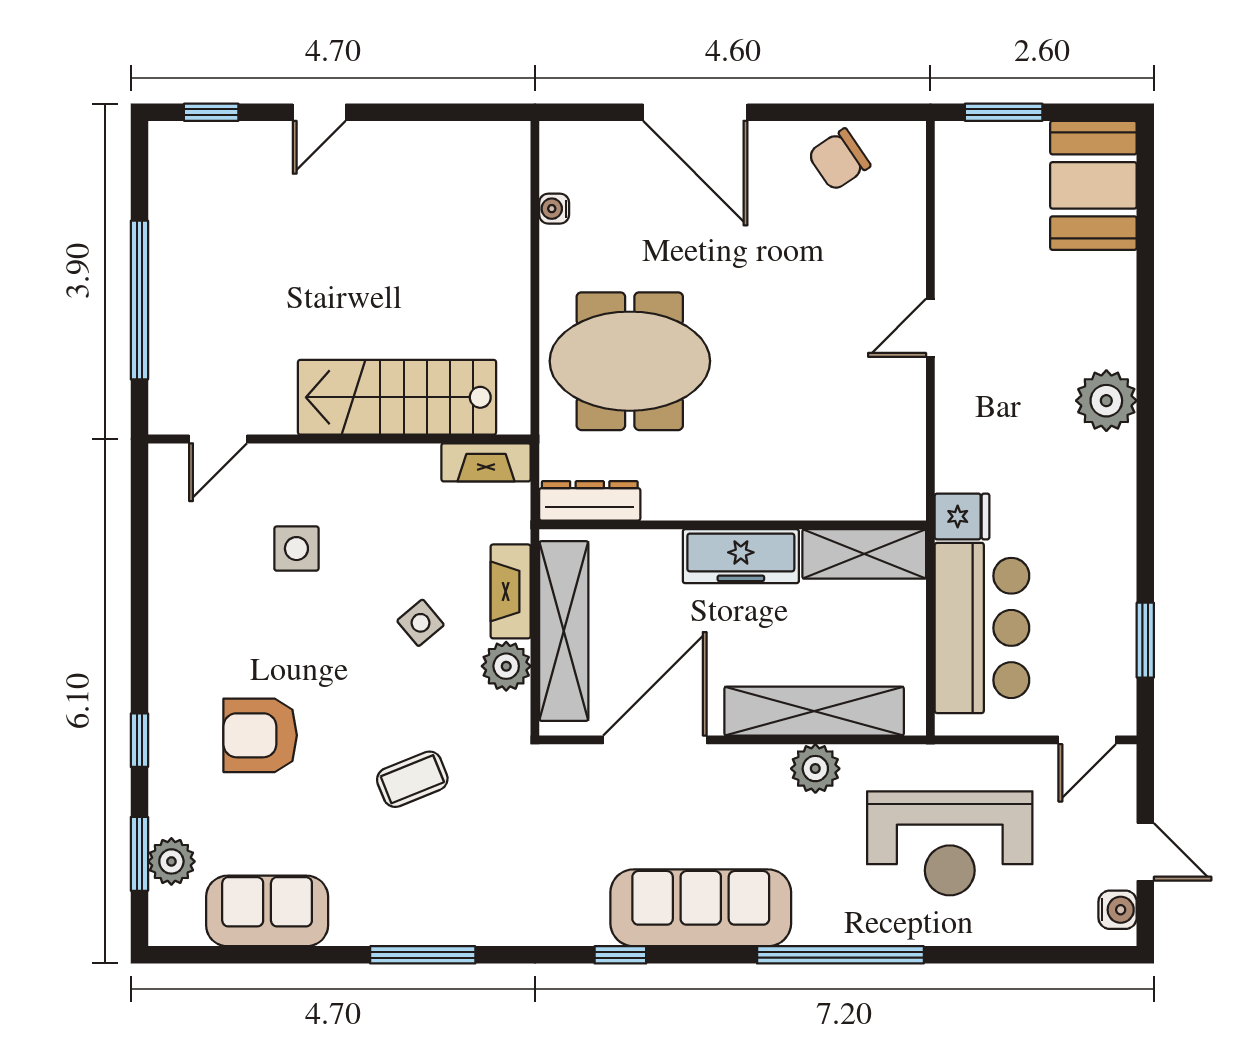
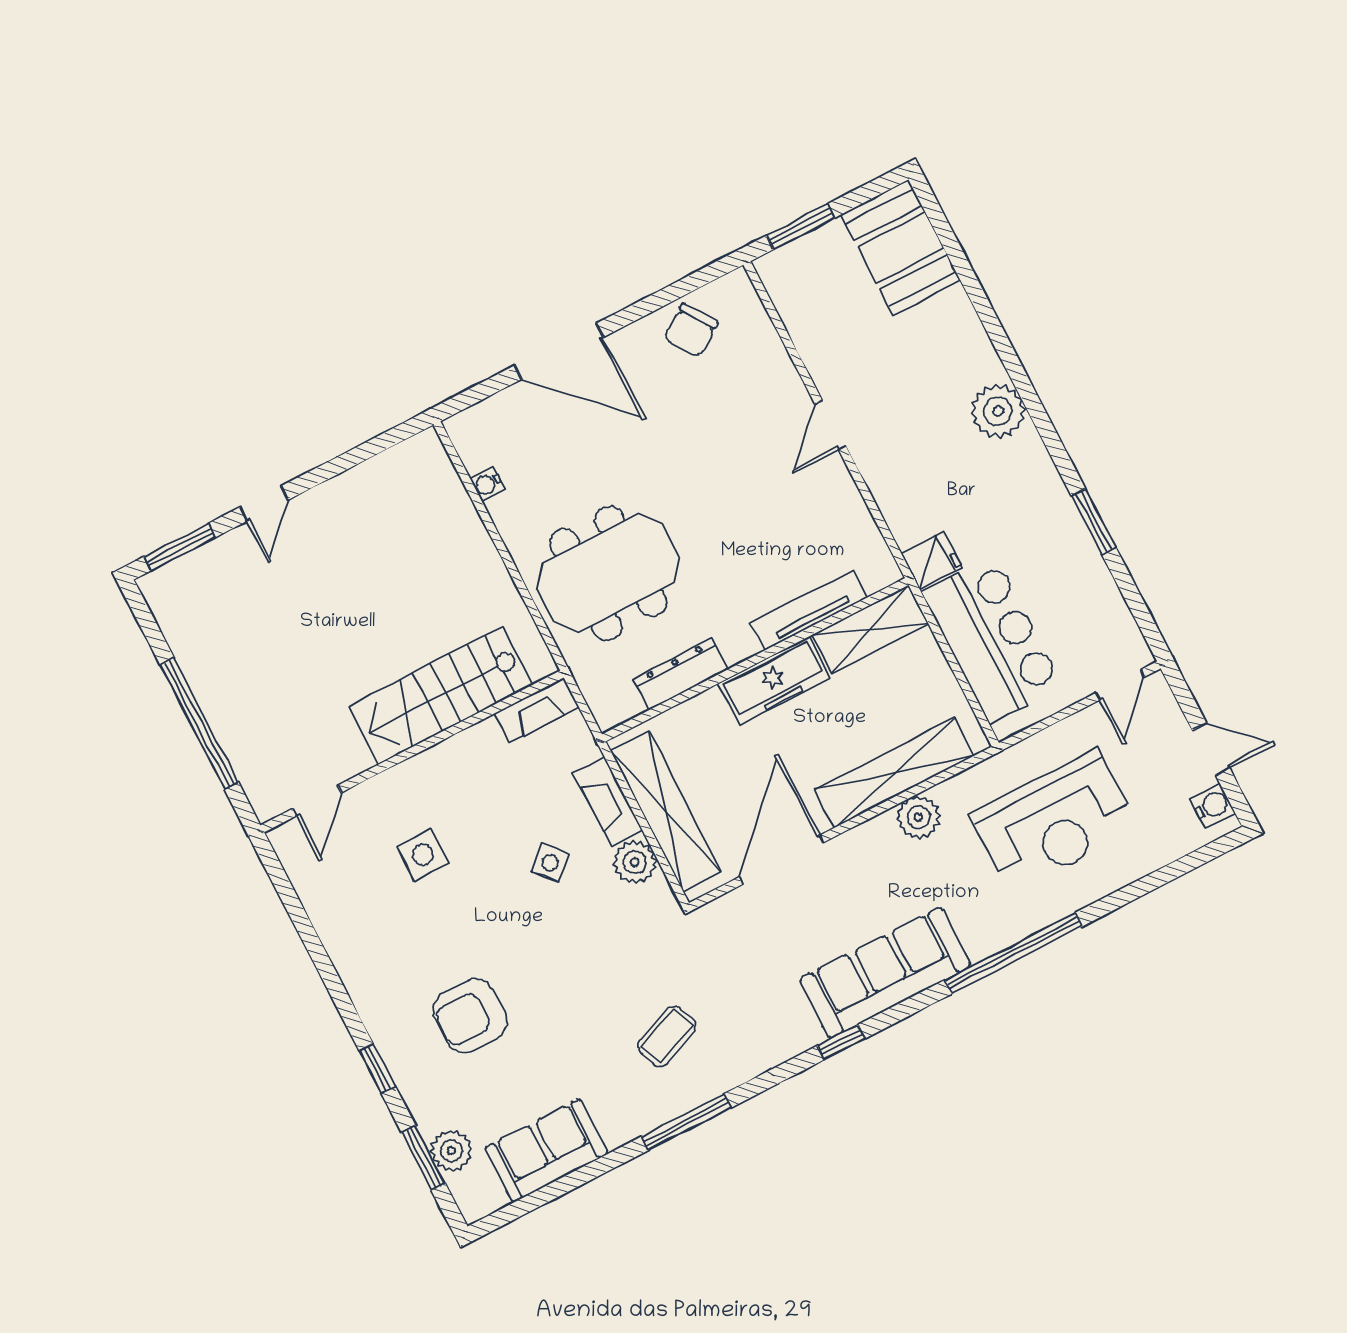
window: (211, 112) -> (179, 547), width x1.50
dresser: (590, 501) -> (681, 674), moved
tv unit: (813, 503) -> (809, 610), added
window: (1145, 640) -> (1094, 522), moved
coffee table: (412, 779) -> (667, 1036), moved

